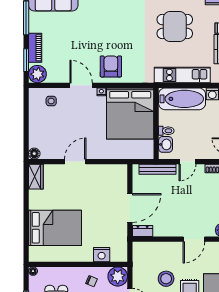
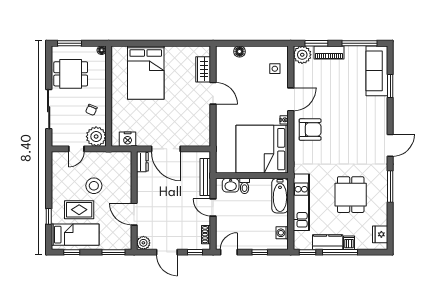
bathtub: (182, 99) -> (280, 196), width x0.73, depth x0.73
floor lamp: (34, 154) -> (240, 51), moved
wardrobe: (36, 177) -> (203, 69), moved, turned 90
nightstand: (102, 255) -> (128, 139), moved, turned -90

